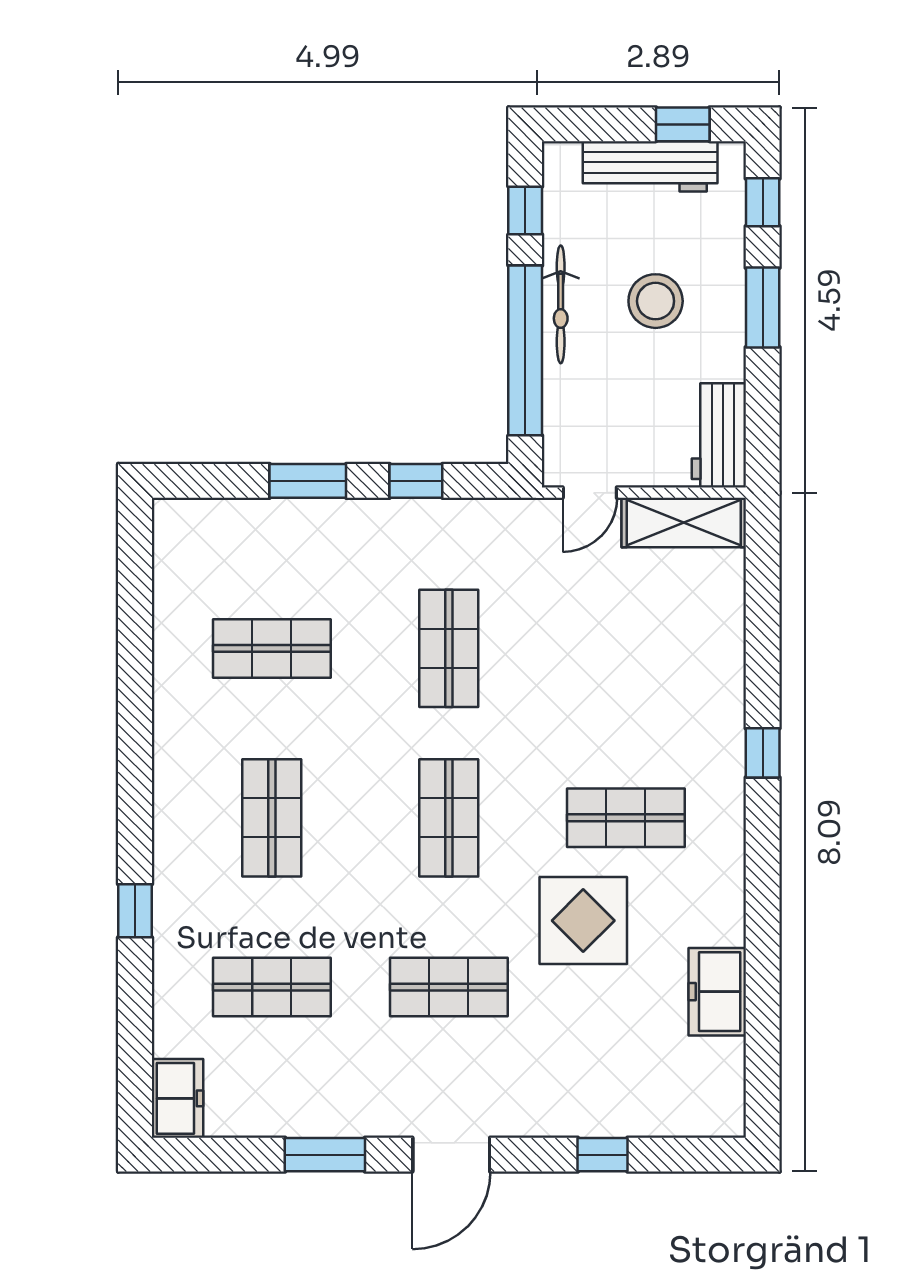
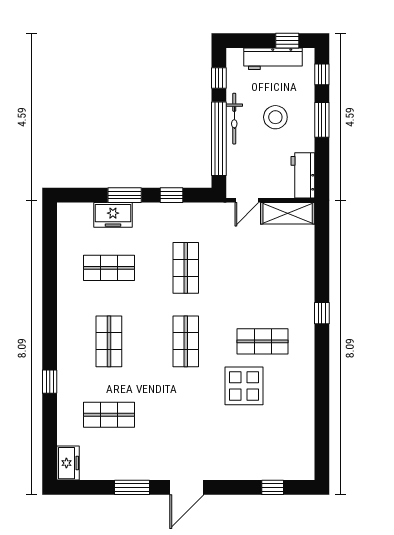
shop shelf: (449, 987) -> (186, 415), removed
freezer: (717, 992) -> (113, 215), moved, turned -90
window: (603, 1155) -> (273, 487), moved

